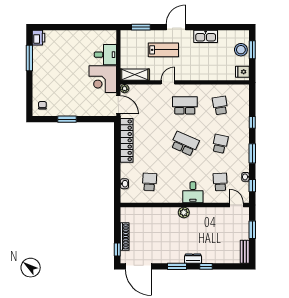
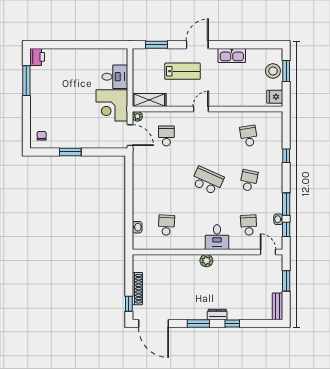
door: (168, 82) -> (201, 109), moved
school desk: (185, 105) -> (166, 136), moved, width x0.54
locker: (127, 140) -> (140, 177), removed
window: (252, 153) -> (286, 204), moved

